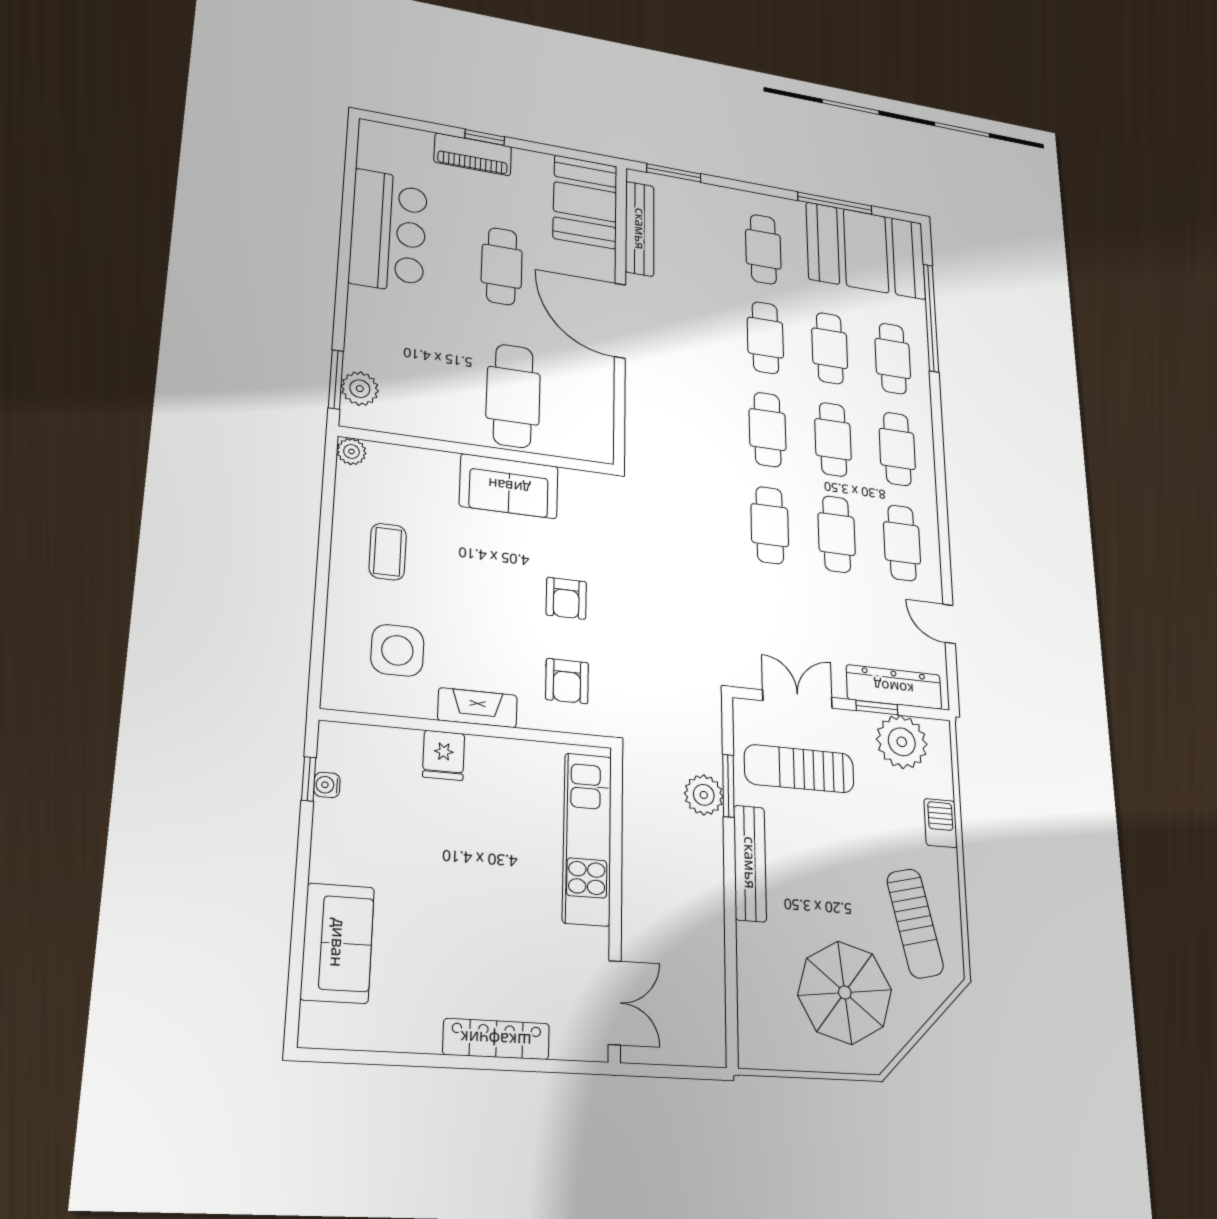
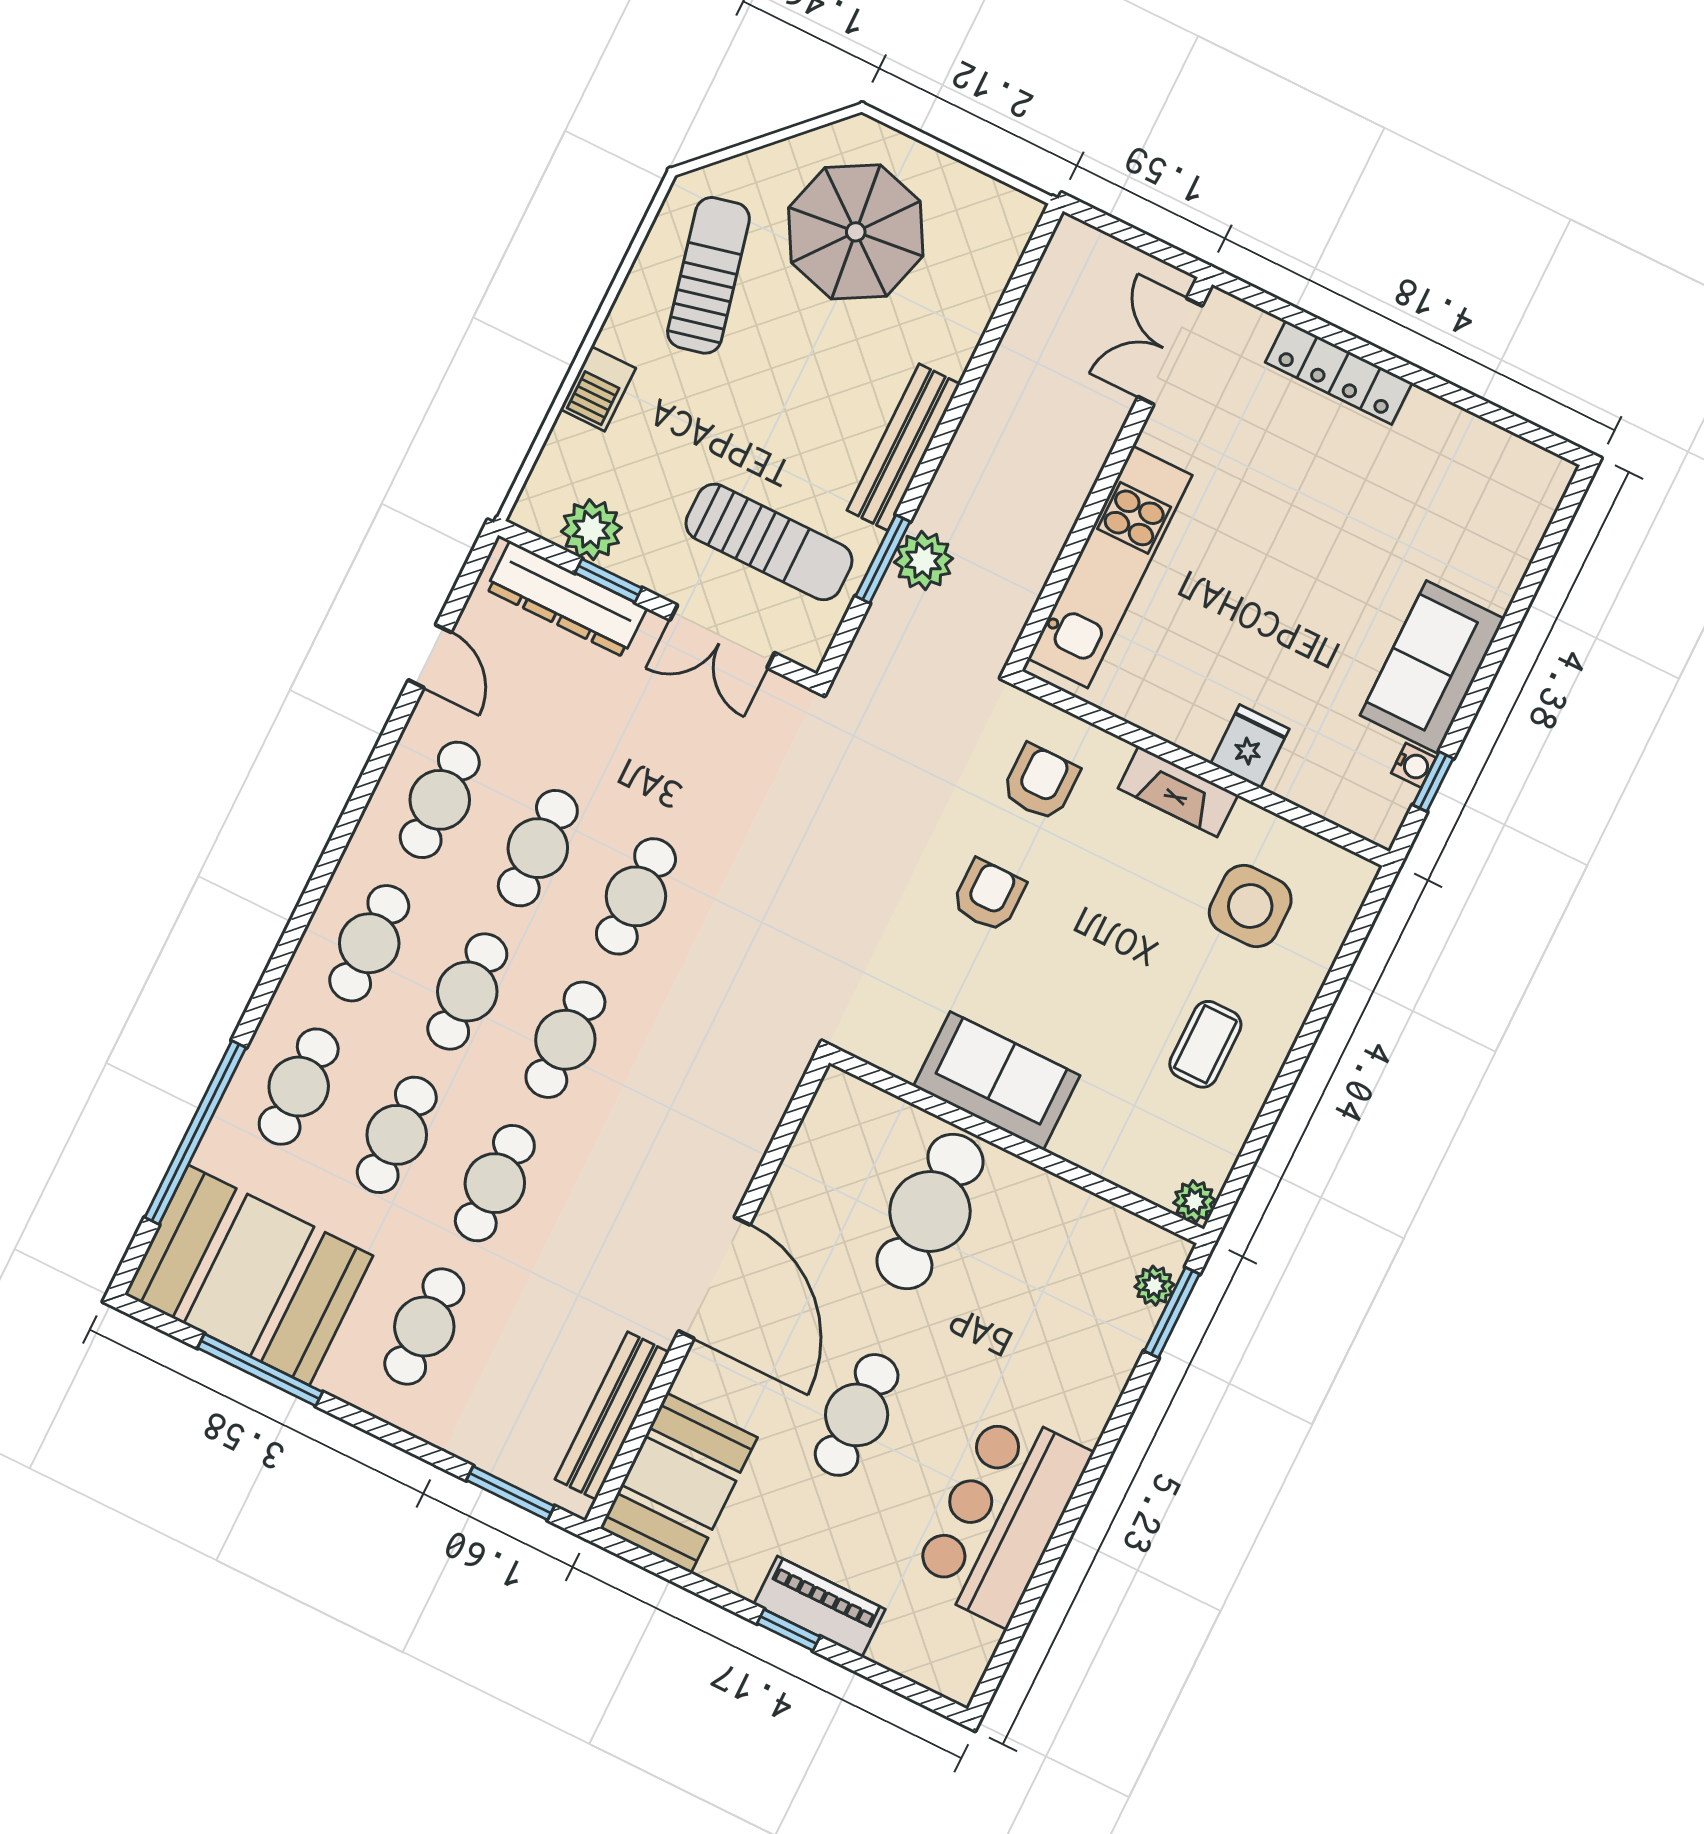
plant: (360, 389) -> (1154, 1286), width x0.73, depth x0.73
plant: (902, 742) -> (591, 530), width x0.73, depth x0.73
sofa: (338, 943) -> (1432, 667), moved

